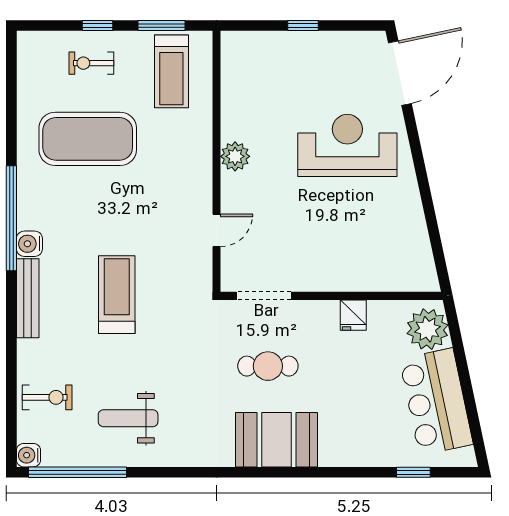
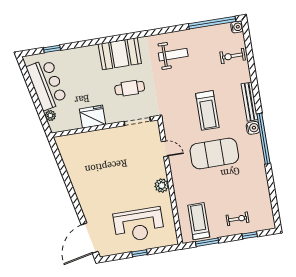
window: (97, 26) -> (250, 235), moved
exercise mat: (88, 139) -> (214, 153), moved
reception desk: (347, 145) -> (139, 225), moved
door: (216, 230) -> (165, 149), swing flipped
fridge: (353, 315) -> (93, 117), width x1.88, depth x1.34
plant: (427, 329) -> (50, 115), width x0.53, depth x0.53
weight bench: (128, 418) -> (173, 55), moved

